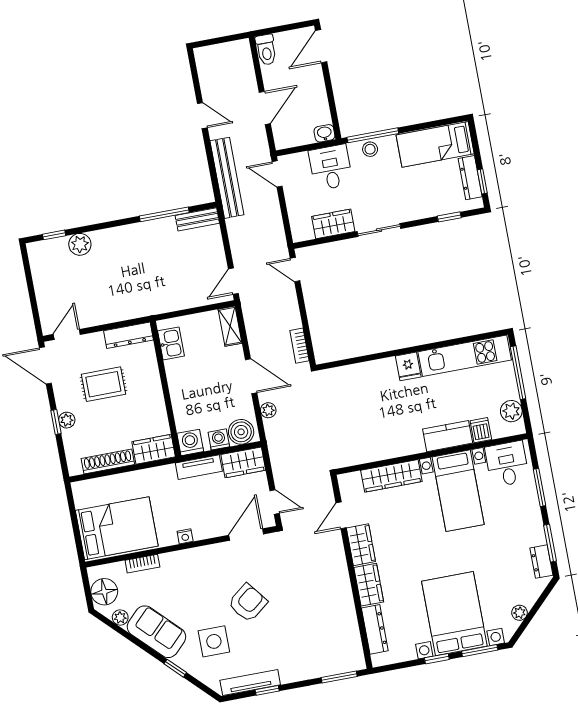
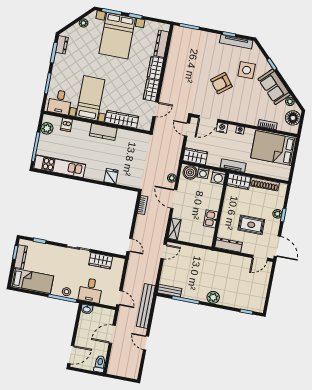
plant: (80, 244) -> (213, 297), moved
kitchen sink: (171, 343) -> (211, 219), moved
fridge: (408, 366) -> (111, 176), moved
kitchen counter: (448, 436) -> (103, 132), moved
tv unit: (199, 467) -> (233, 166), moved
nightstand: (217, 528) -> (222, 128), added

